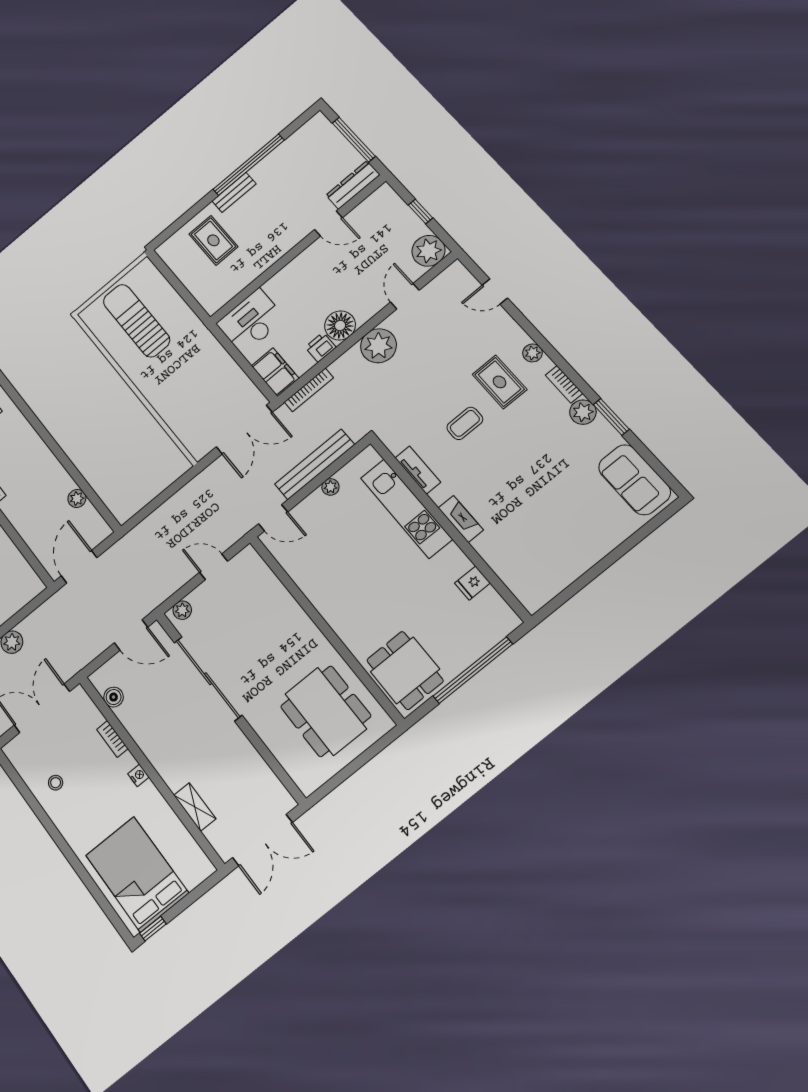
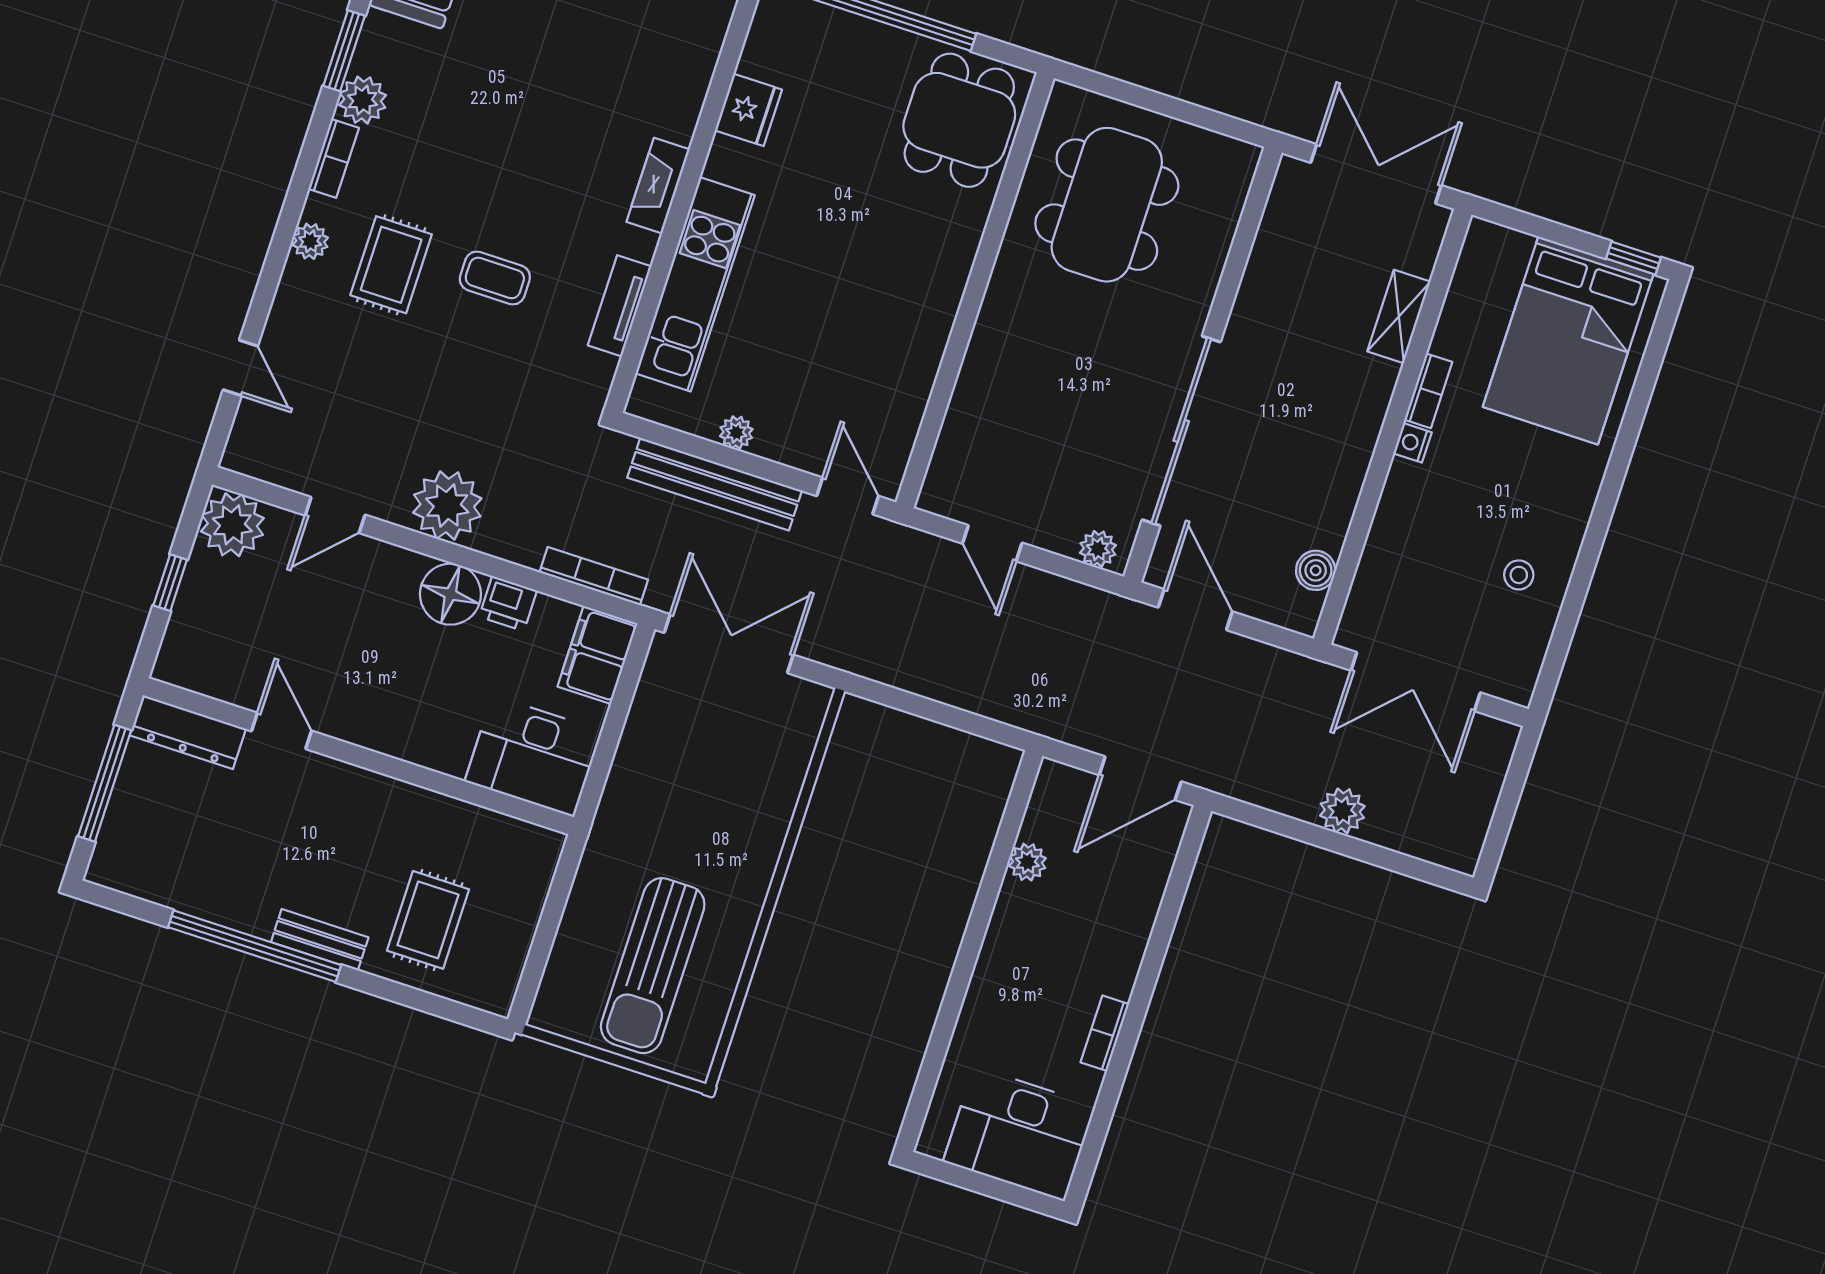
fridge: (472, 583) -> (748, 110), width x1.38
bookcase: (112, 739) -> (1428, 391), moved

